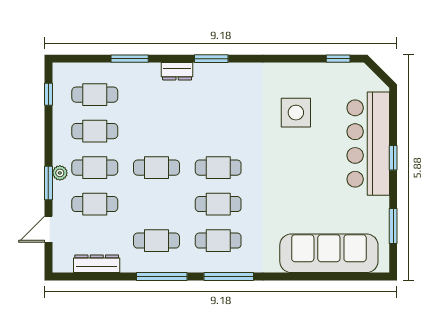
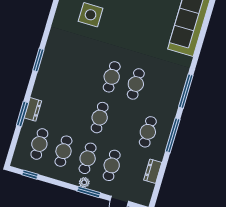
dresser: (177, 71) -> (33, 109), moved
cafe table: (218, 241) -> (160, 91), removed
dresser: (97, 264) -> (153, 171), width x0.70

